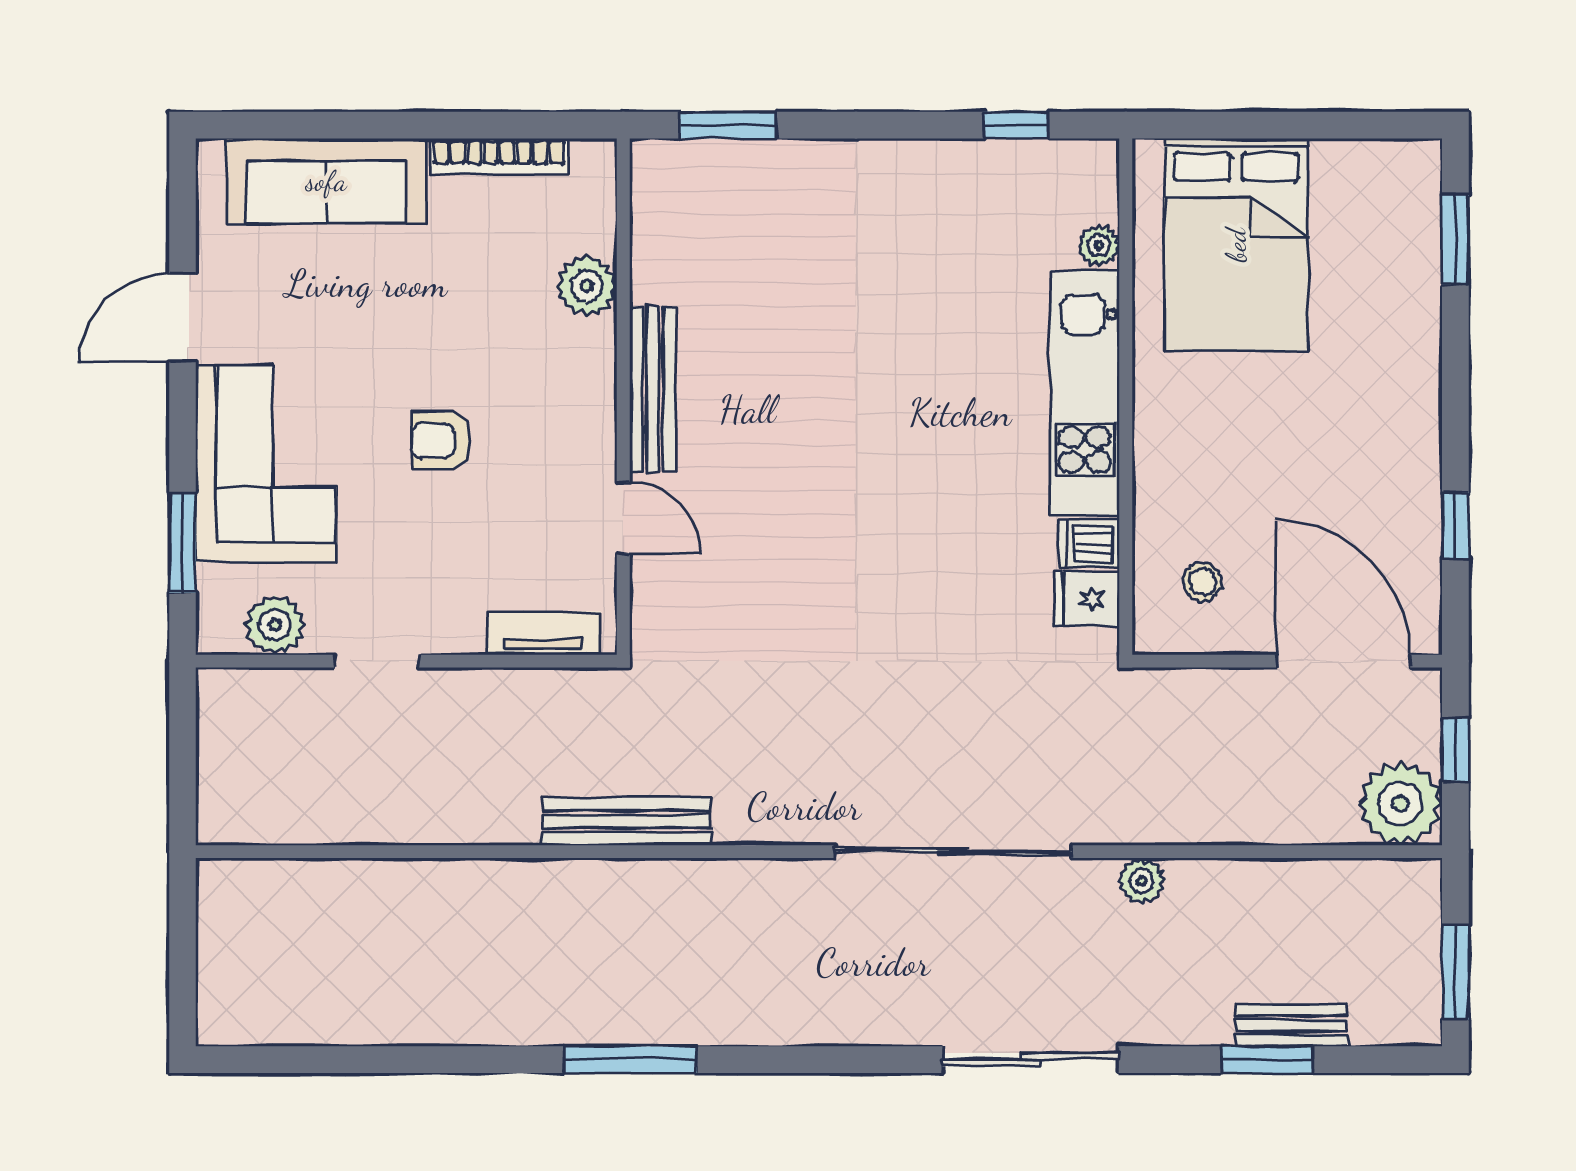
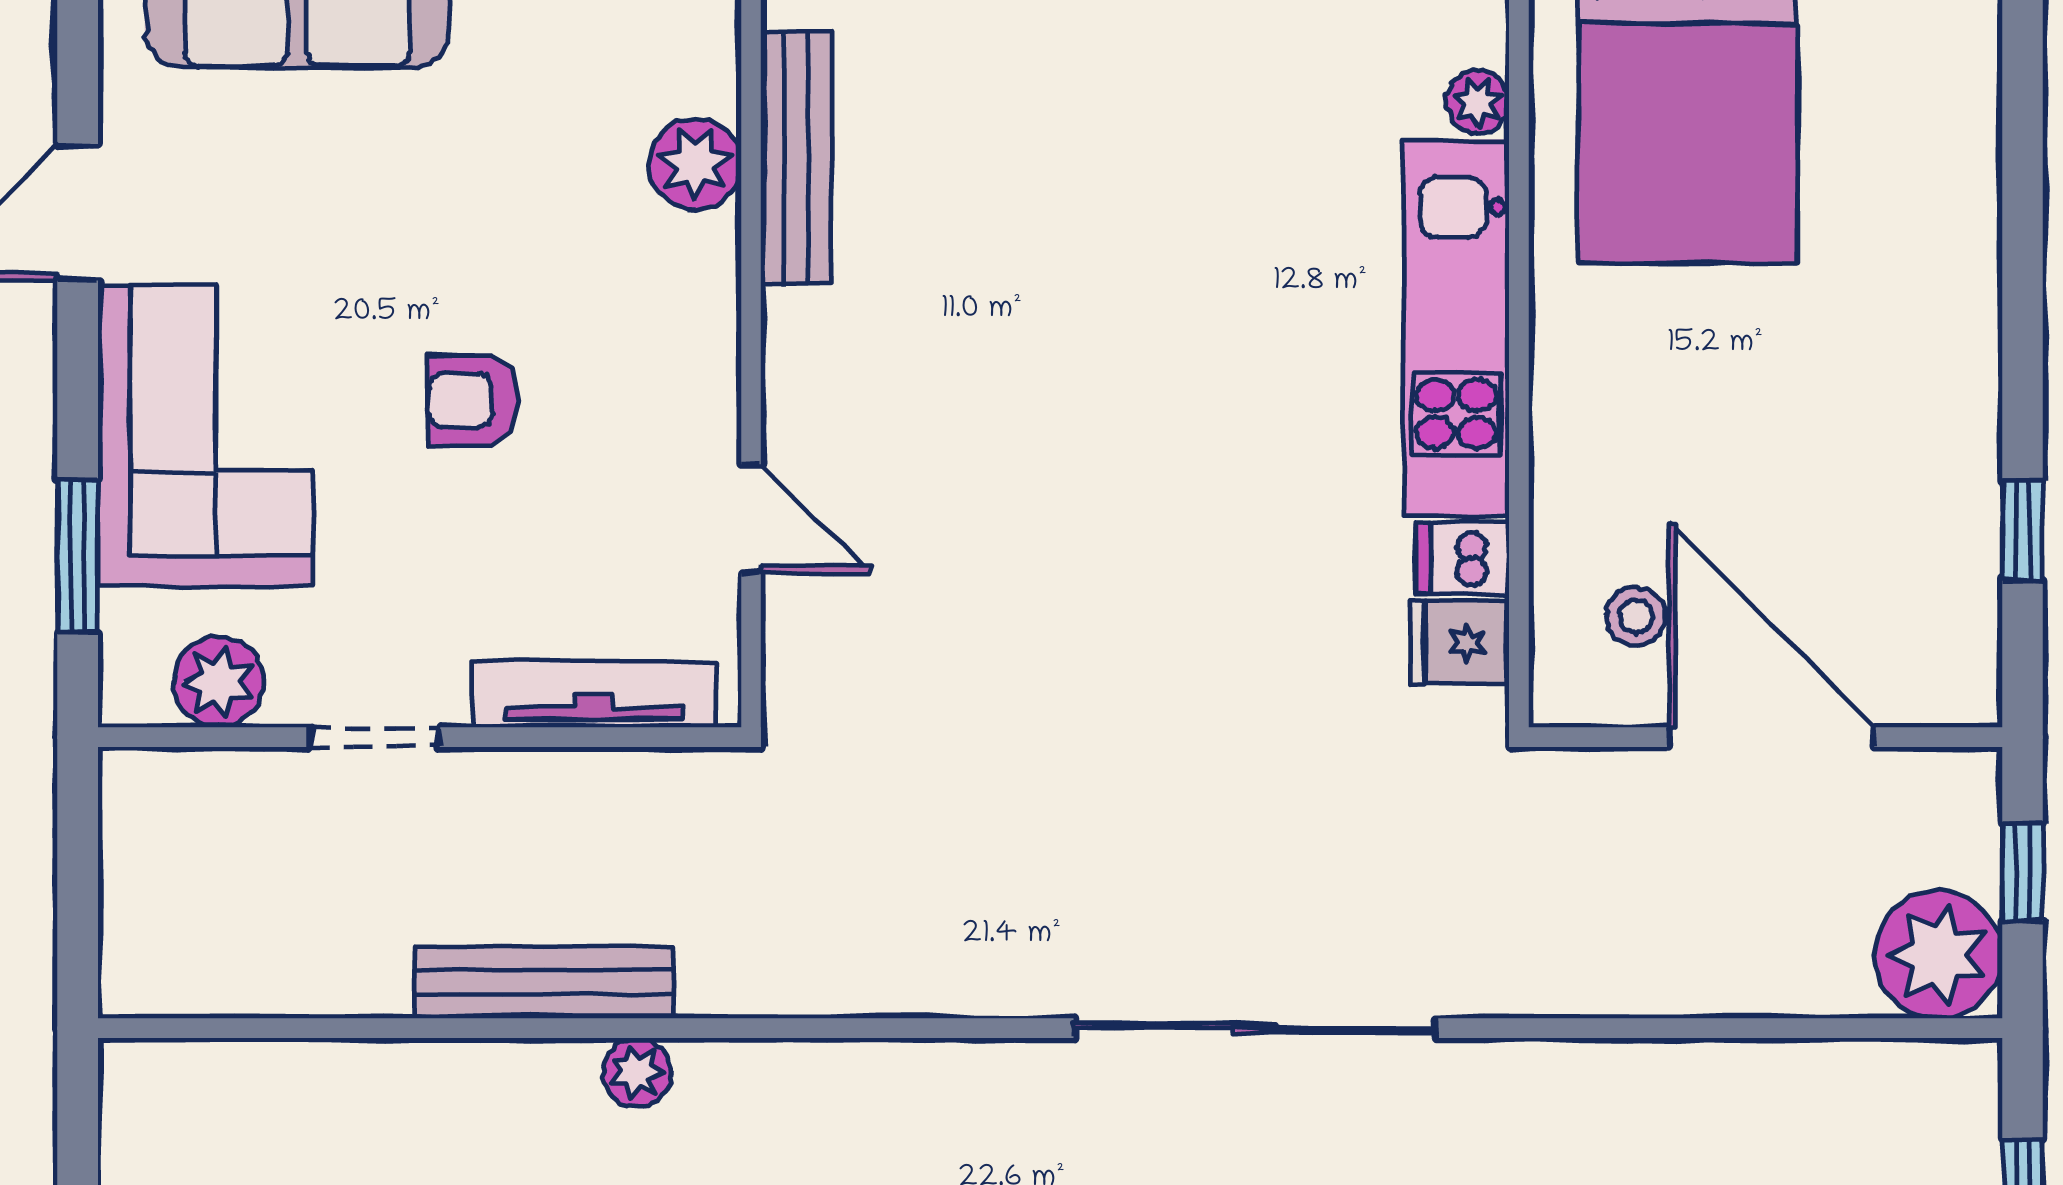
window: (1455, 240) -> (2023, 93), removed
bench: (653, 389) -> (796, 158), moved
tv unit: (544, 633) -> (594, 694), width x1.41
door: (1343, 661) -> (1771, 737), moved
bench: (626, 822) -> (545, 982), moved
plant: (1142, 881) -> (637, 1072), moved

